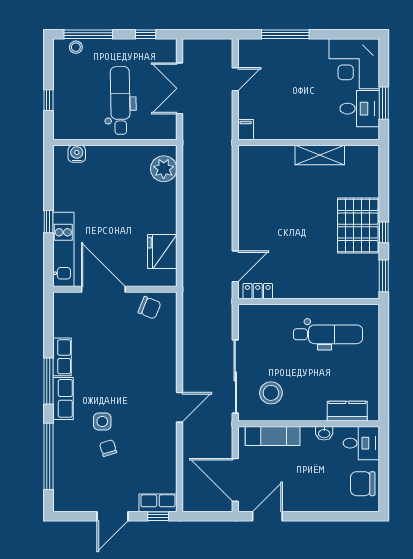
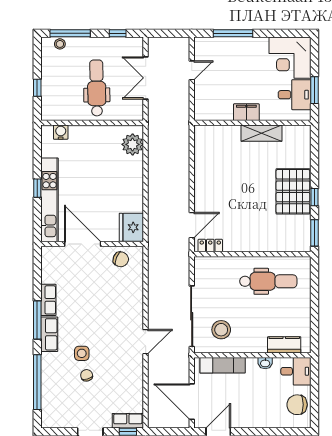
filing cabinet: (246, 130) -> (246, 112), moved, width x2.00
kitchen unit: (63, 249) -> (50, 200), width x1.36
fridge: (162, 251) -> (131, 227), moved

